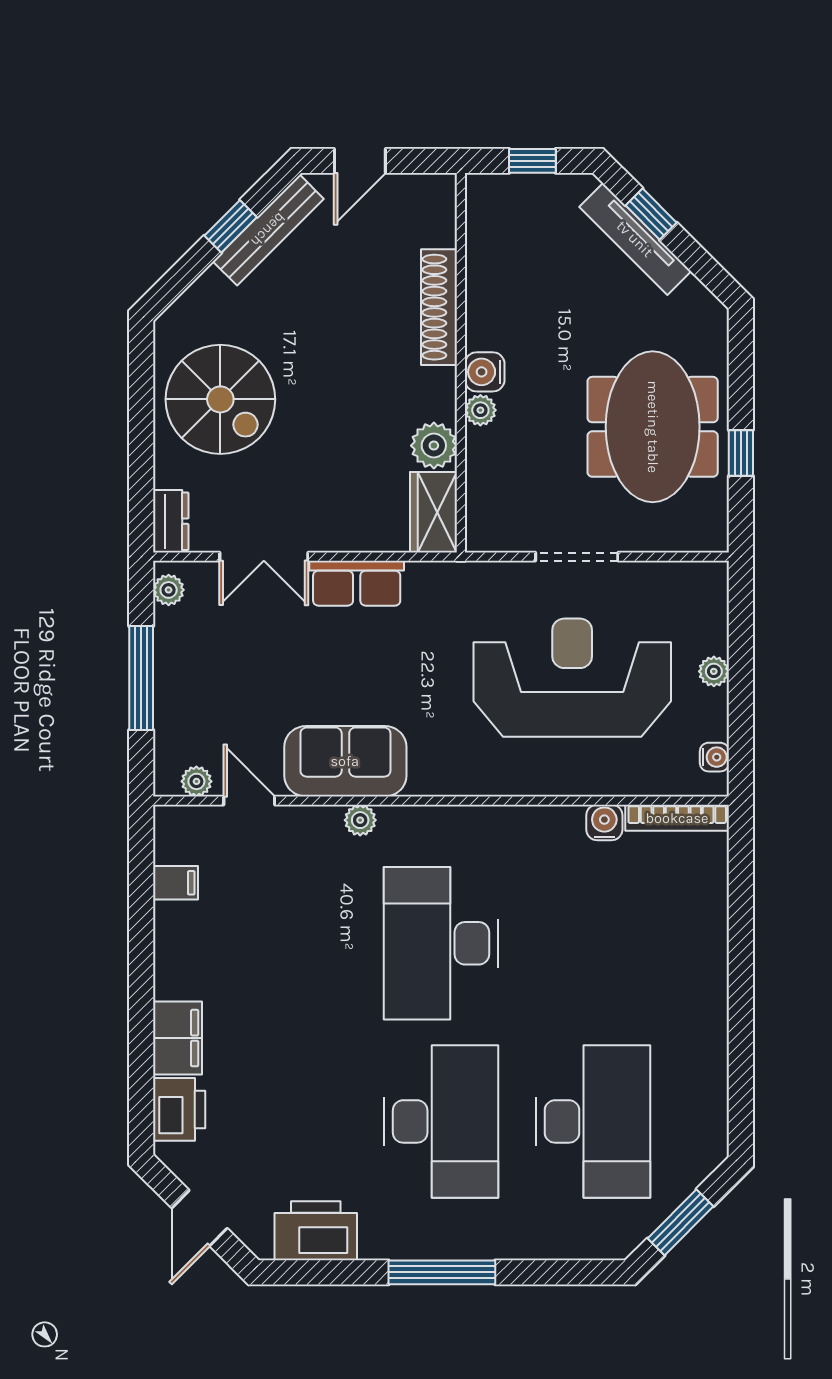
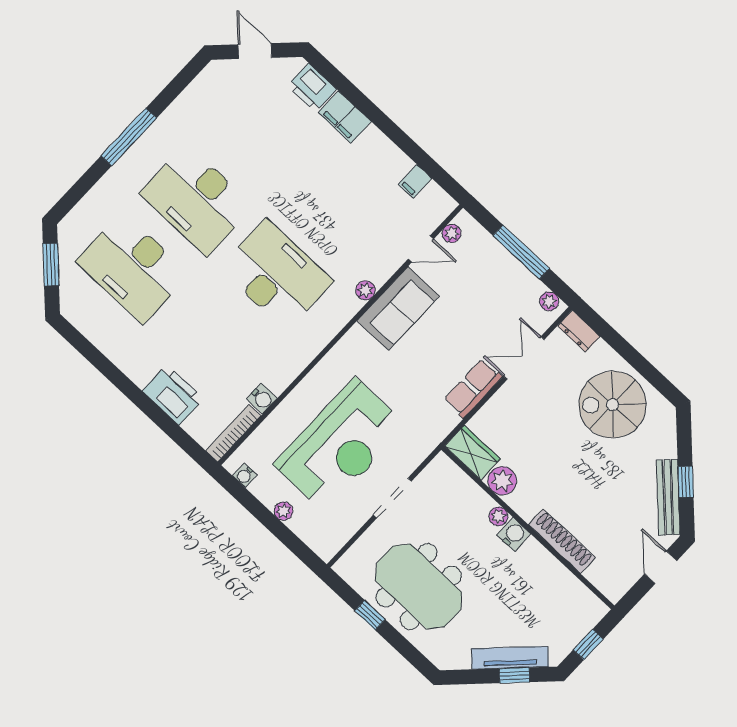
printer: (316, 1231) -> (173, 395), moved, turned -90

